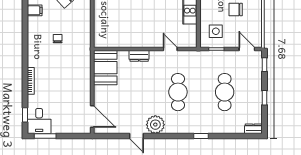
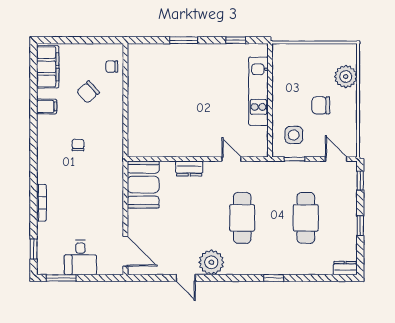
desk: (39, 121) -> (80, 257), moved

